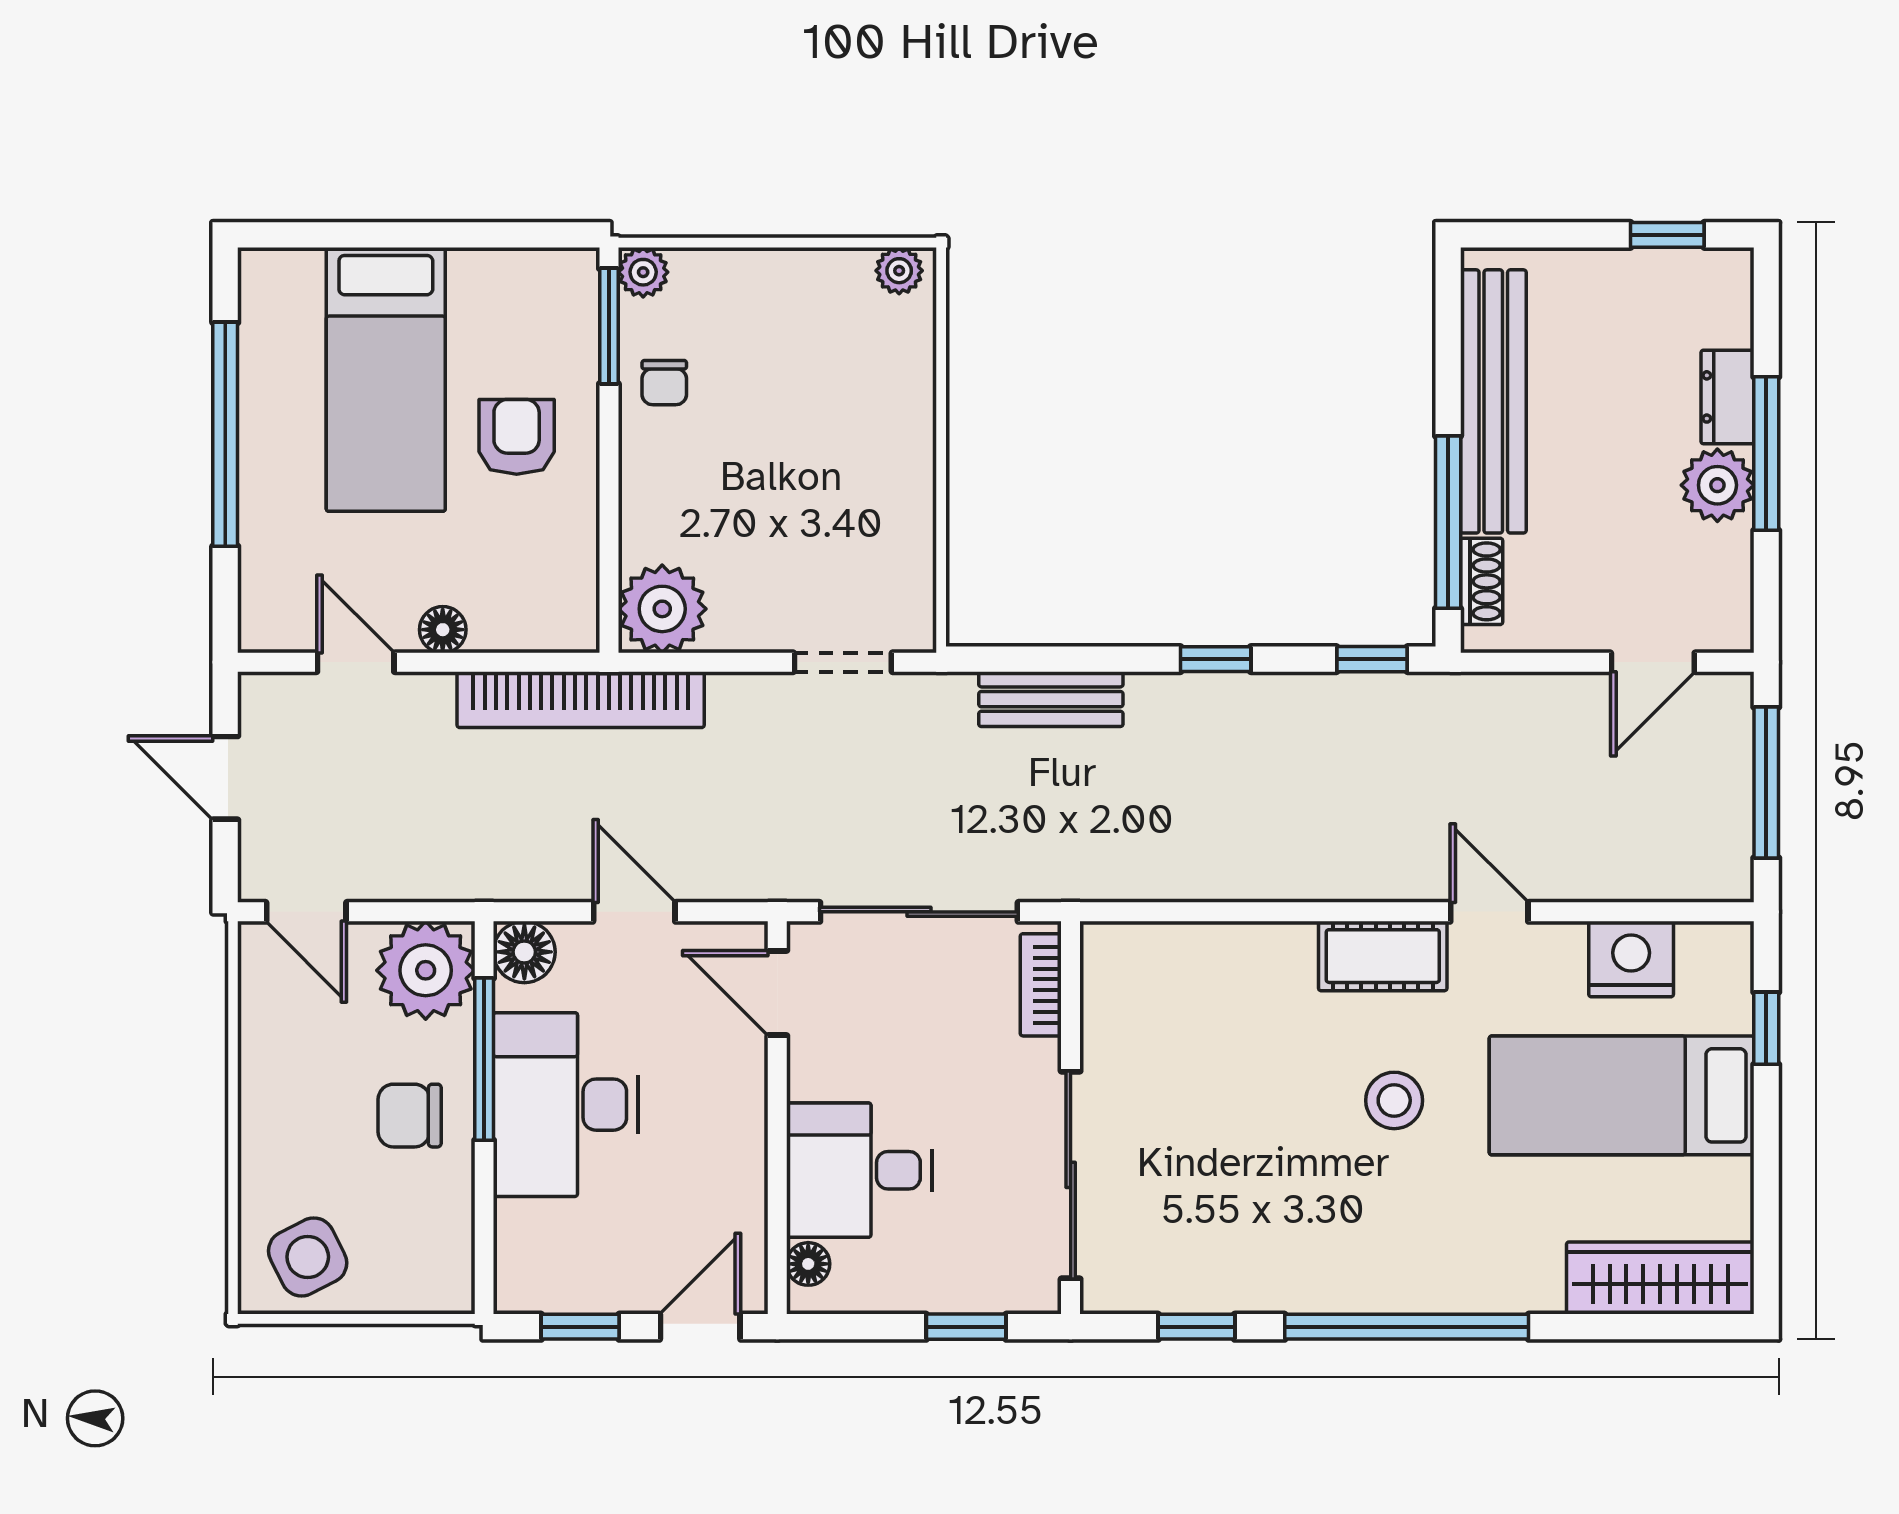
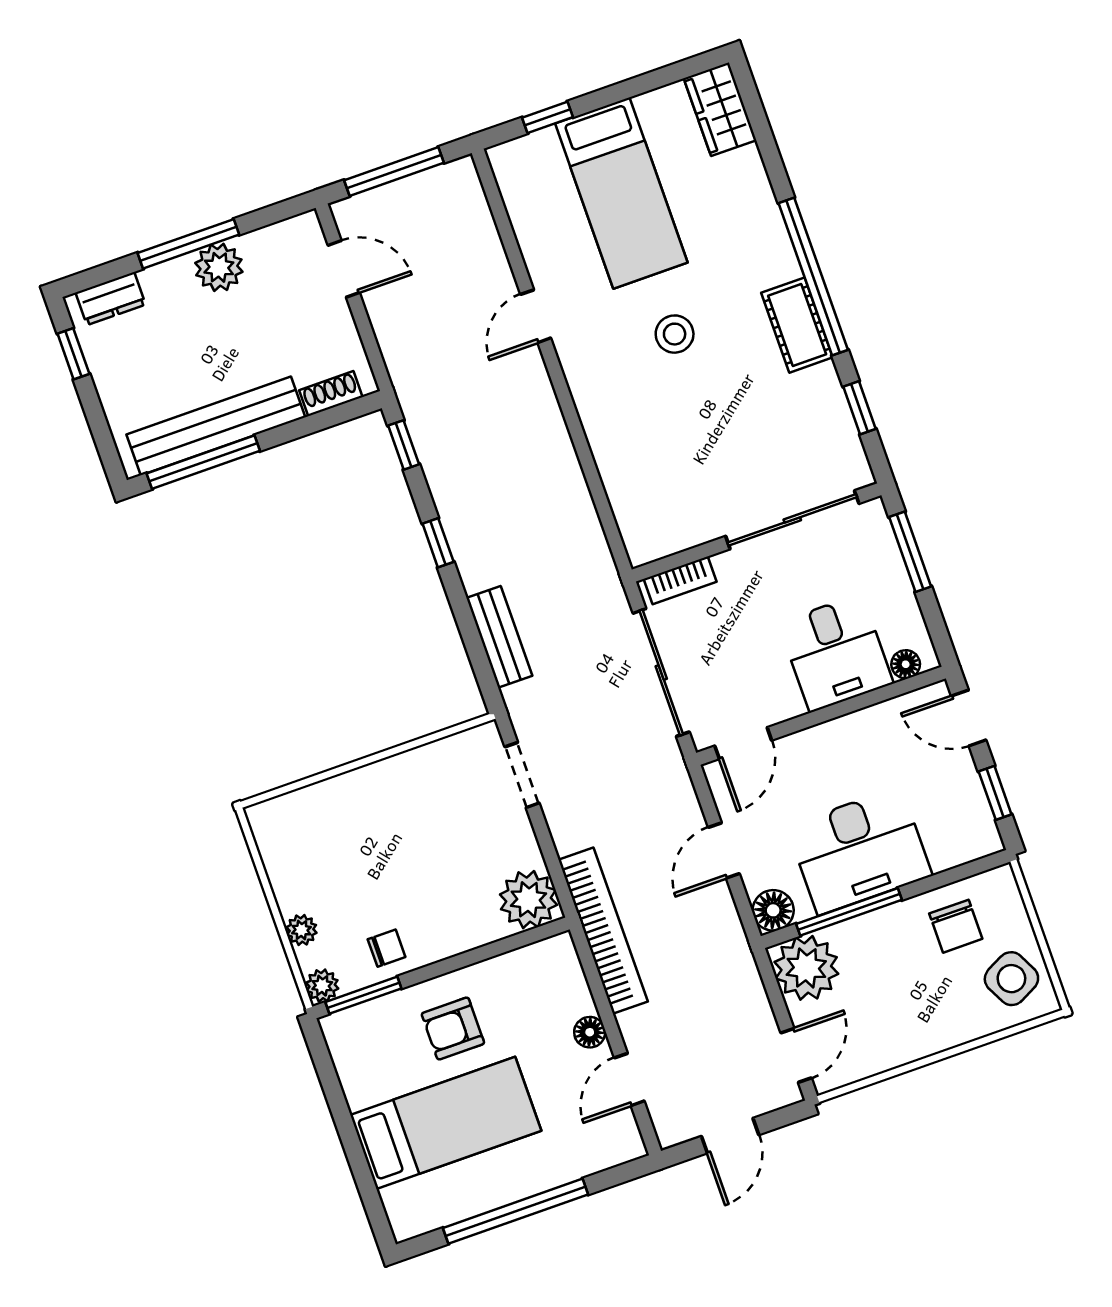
plant: (899, 271) -> (302, 930), moved
dresser: (1727, 397) -> (111, 299), moved
window: (1448, 522) -> (203, 462), moved
cot: (1383, 956) -> (797, 325), moved
nightstand: (1631, 959) -> (534, 217), removed
chair: (410, 1116) -> (956, 926), moved
wardrobe: (1660, 1278) -> (720, 109), width x0.67
window: (966, 1327) -> (910, 552), width x1.50

